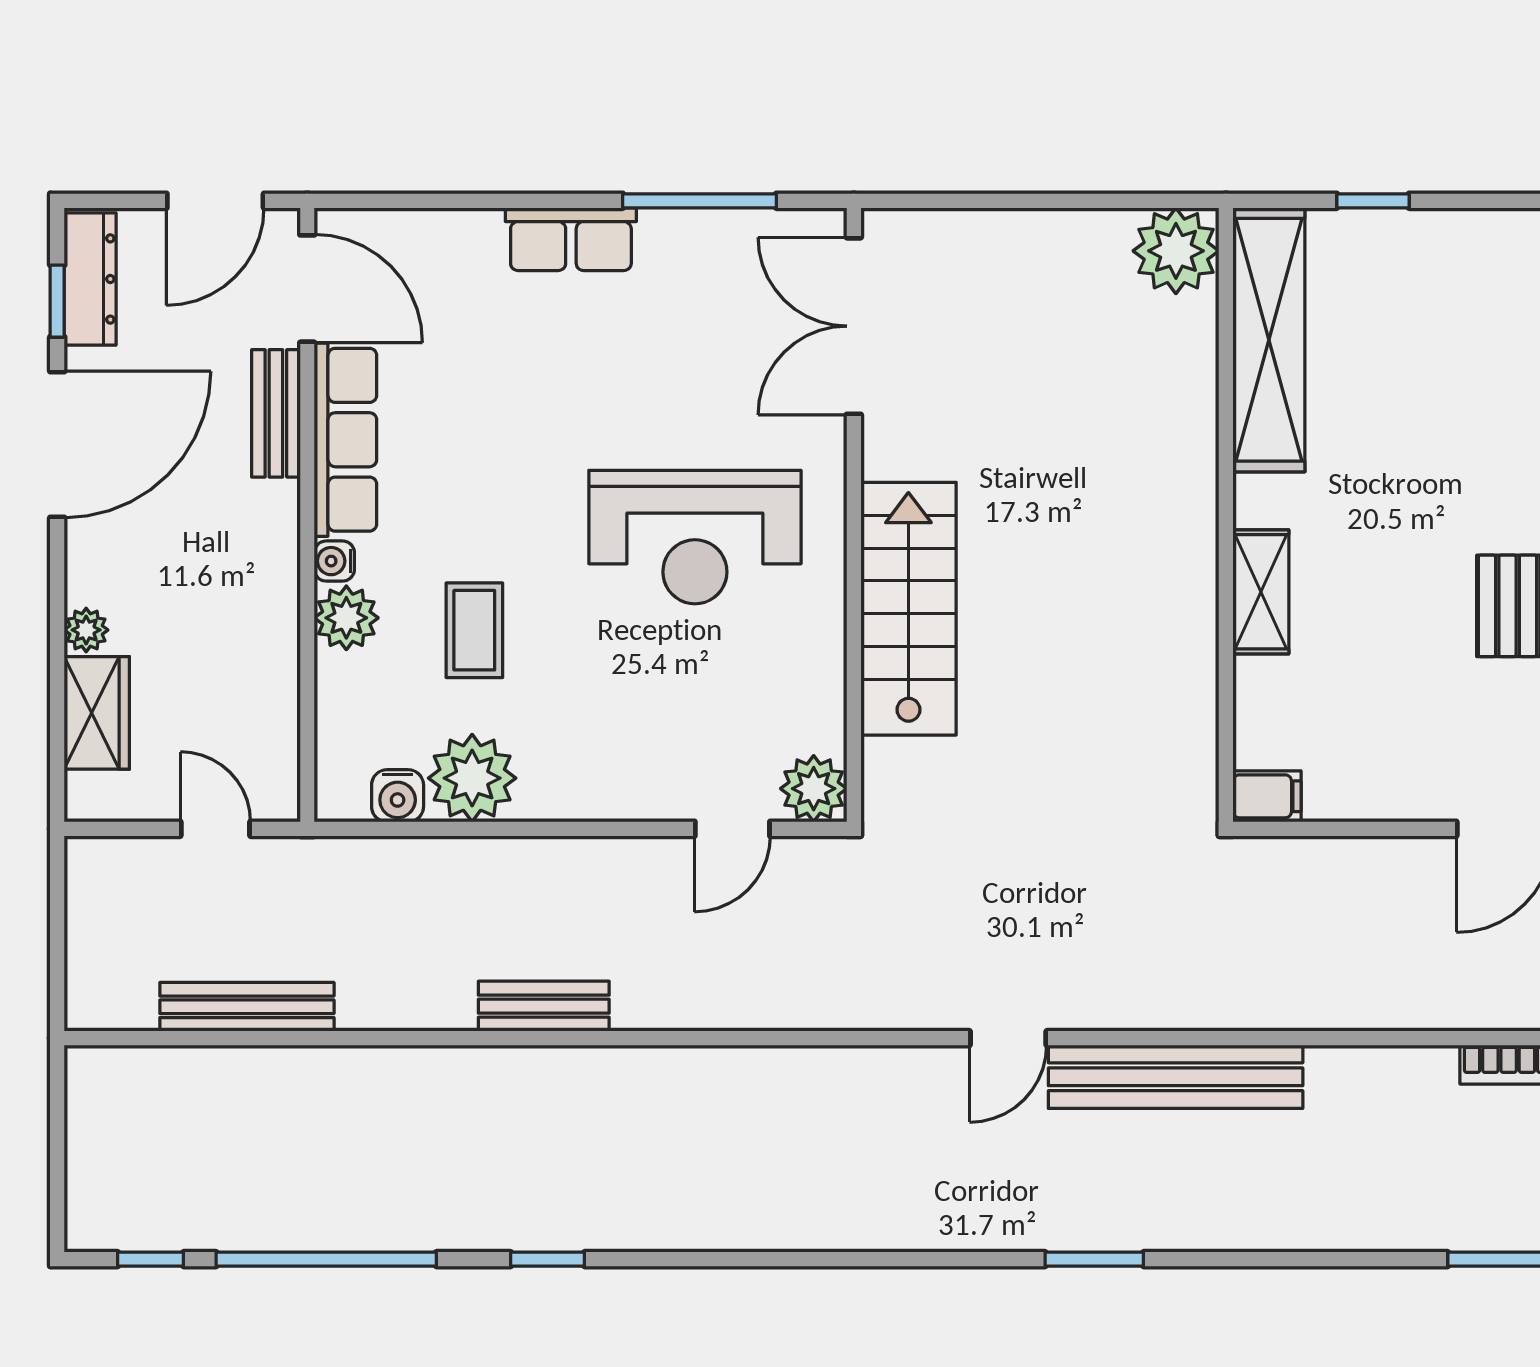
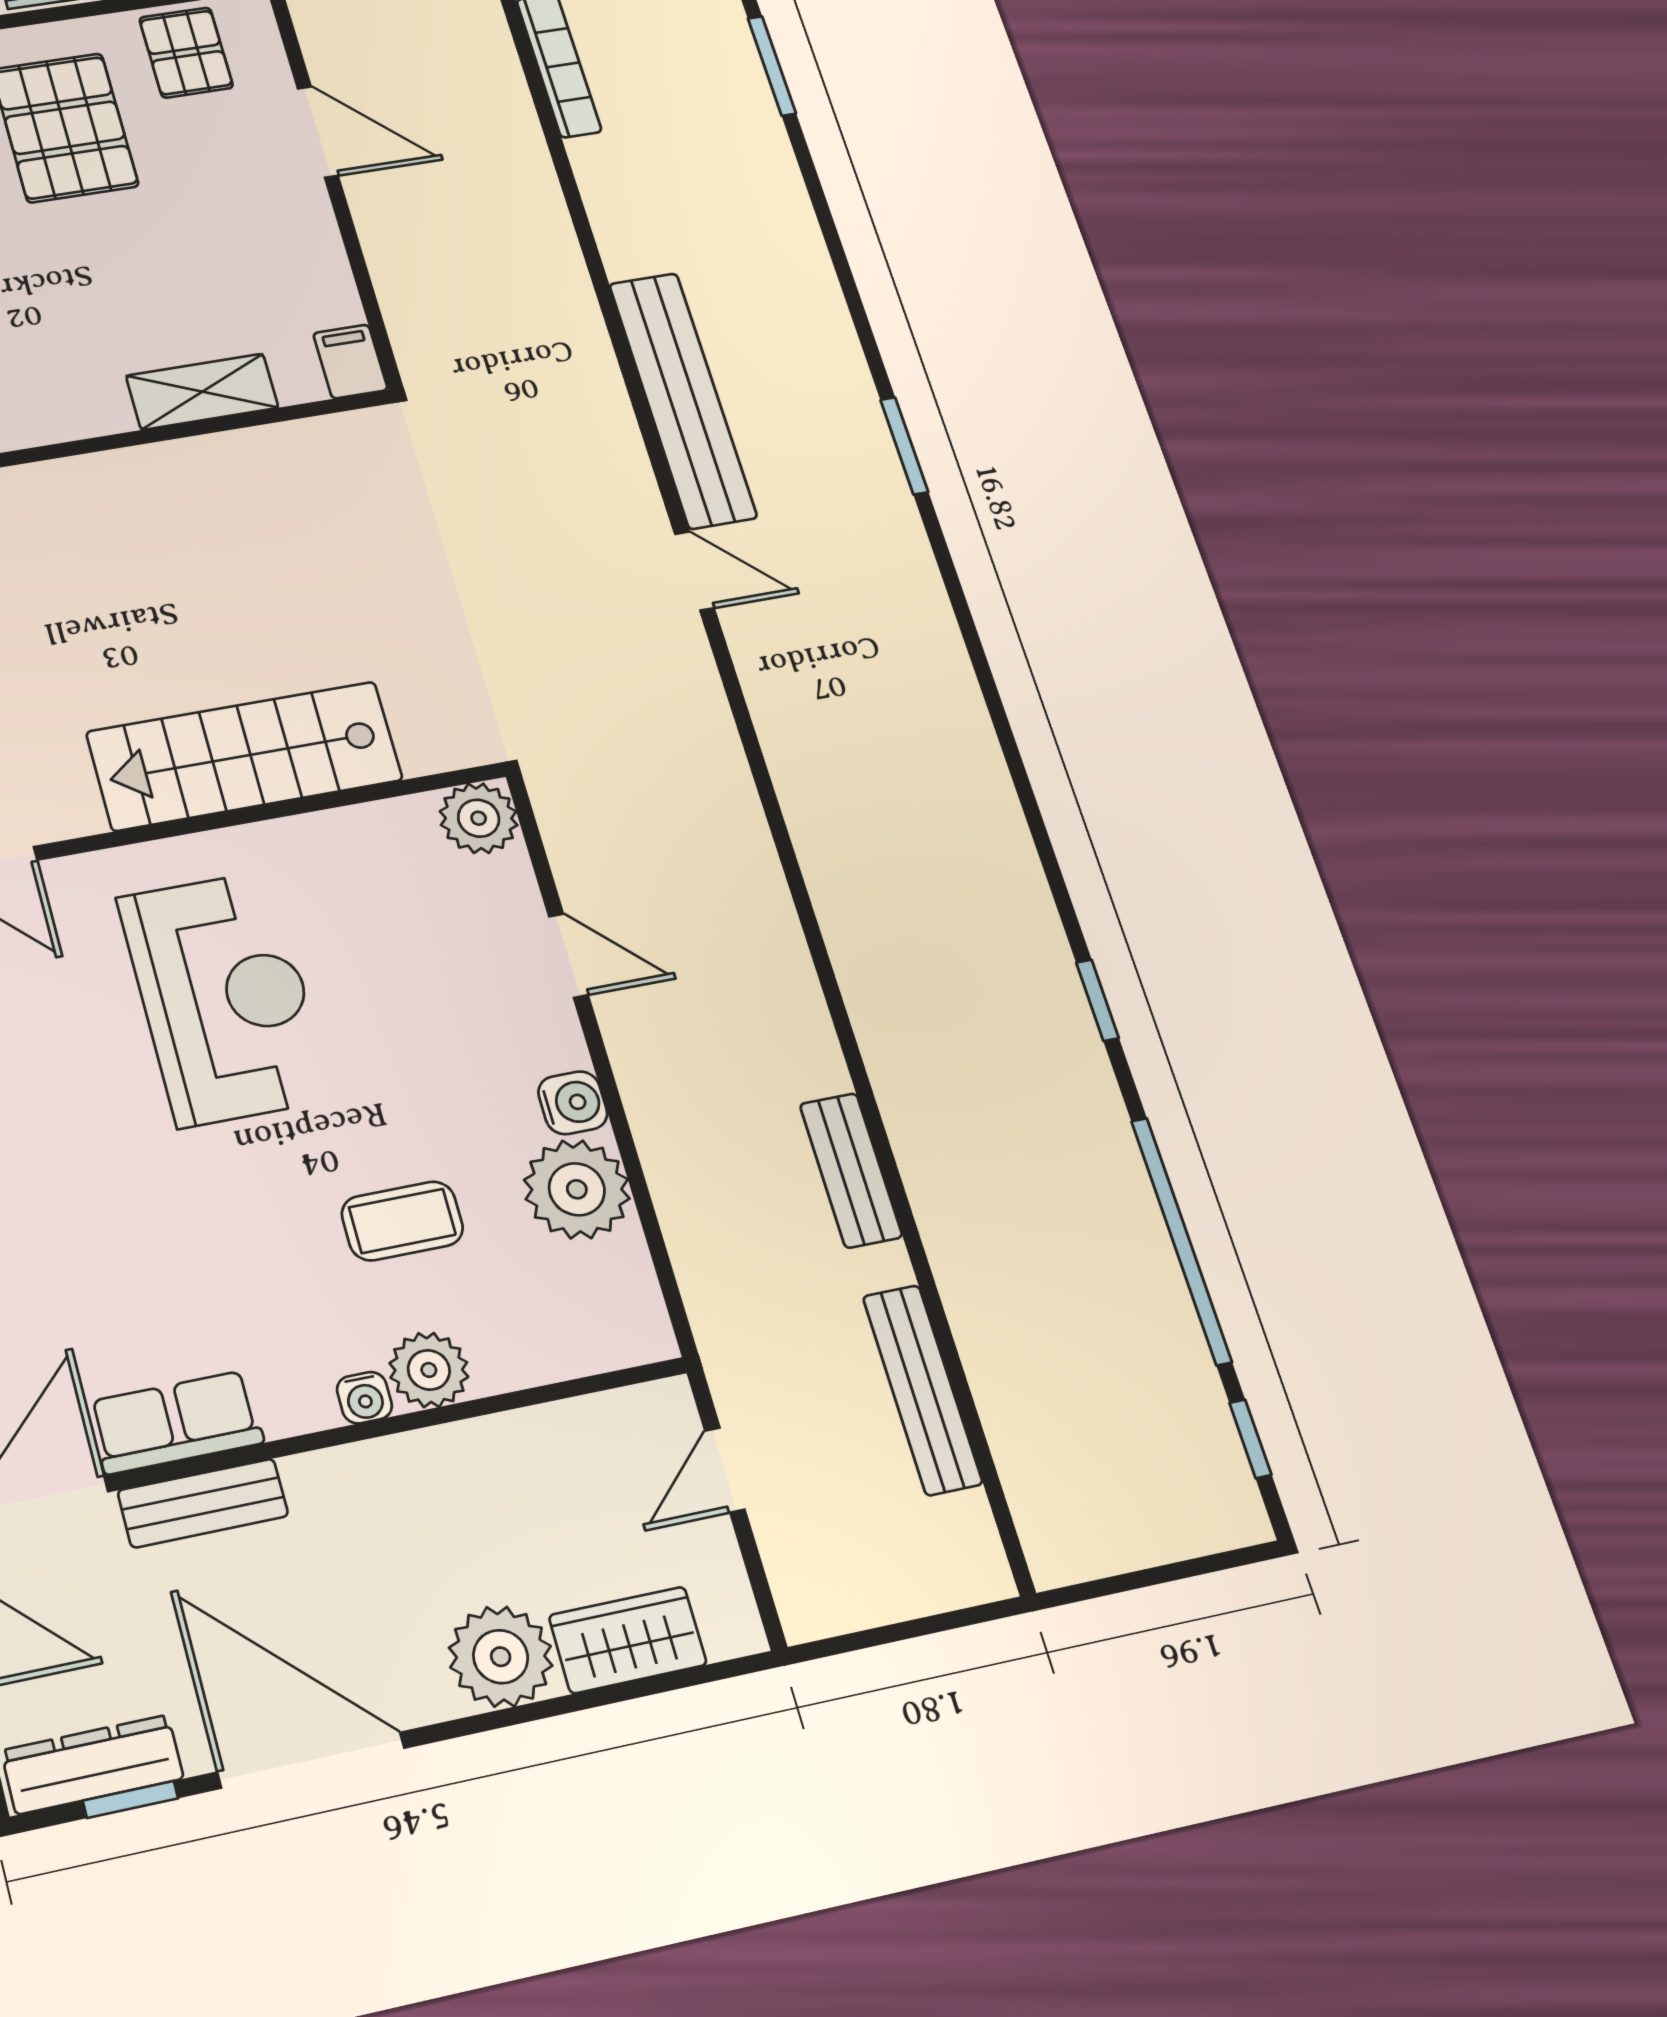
row of seats: (345, 440) -> (176, 1422), width x0.68
shelving: (1261, 592) -> (202, 392), moved
plant: (86, 630) -> (501, 1657), width x1.88, depth x1.88
water cooler: (398, 796) -> (573, 1103), moved
door: (732, 829) -> (568, 956), moved
bench: (544, 1006) -> (851, 1170), moved

